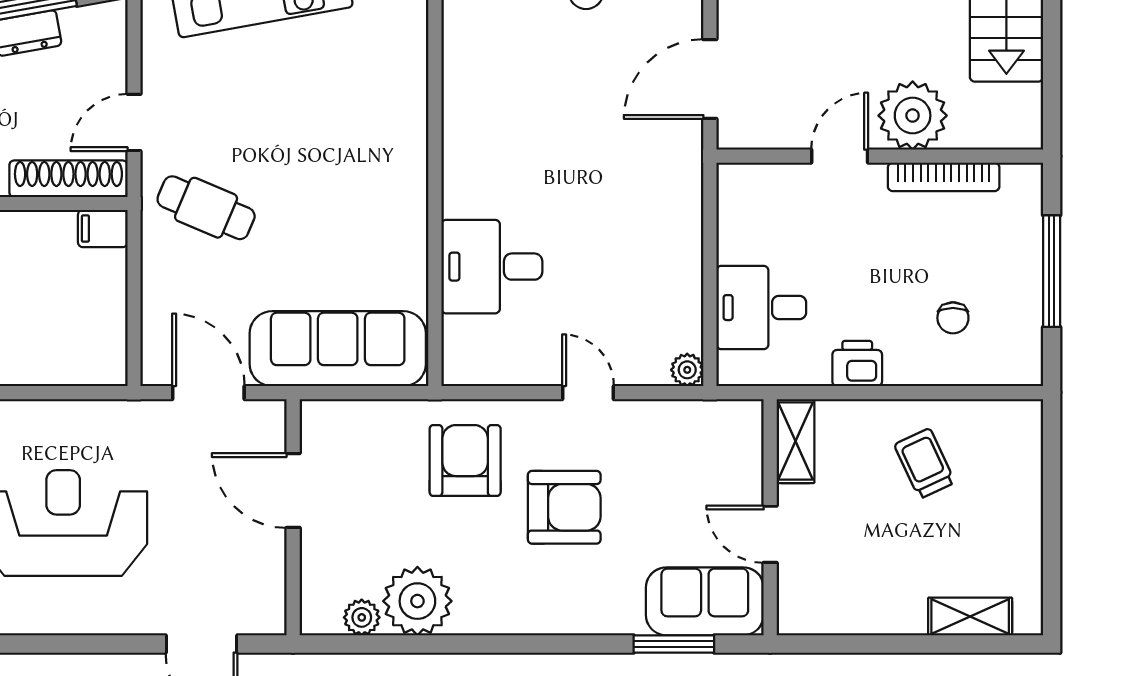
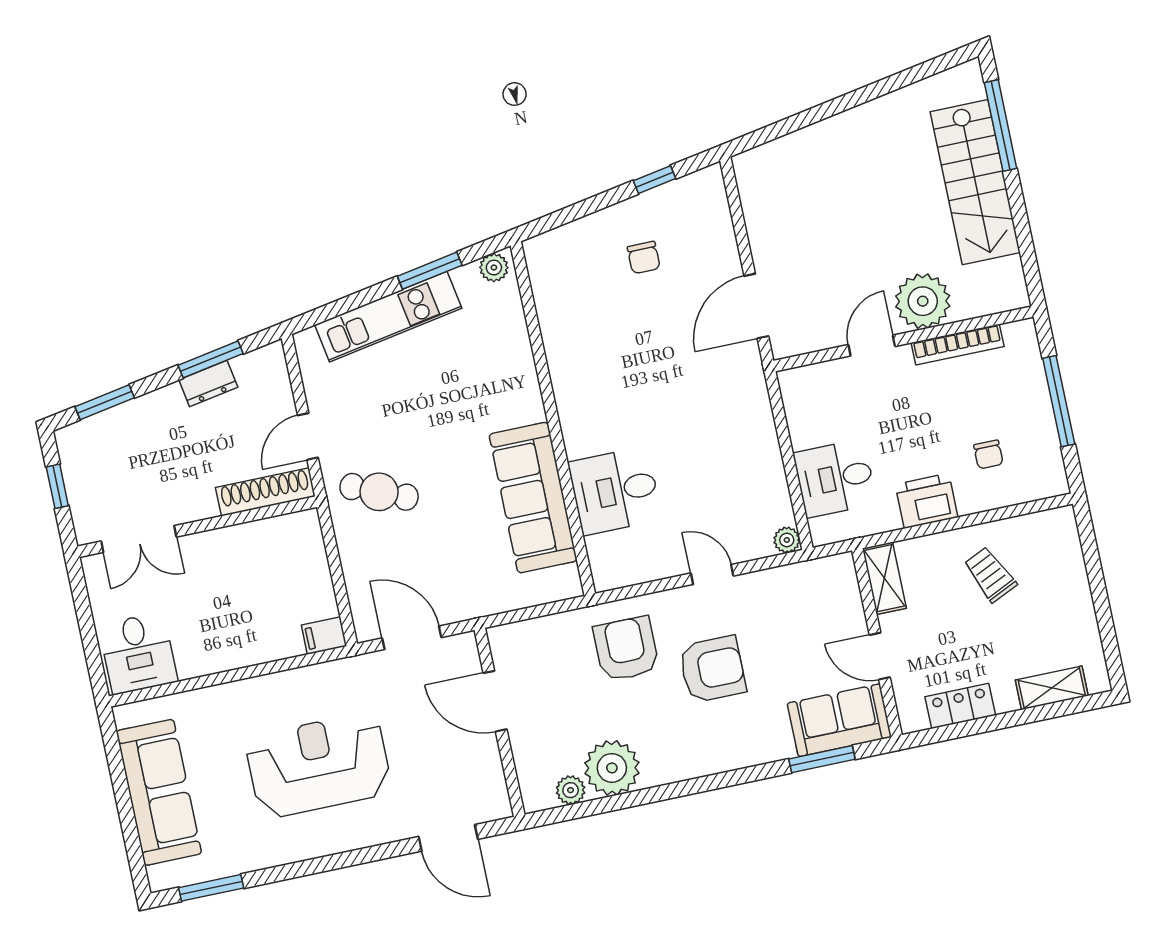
filing cabinet: (103, 229) -> (324, 636), moved
sofa: (338, 349) -> (533, 498), moved, turned -90
printer: (857, 364) -> (926, 501), width x1.36, depth x1.24
locker: (855, 615) -> (960, 706), added

